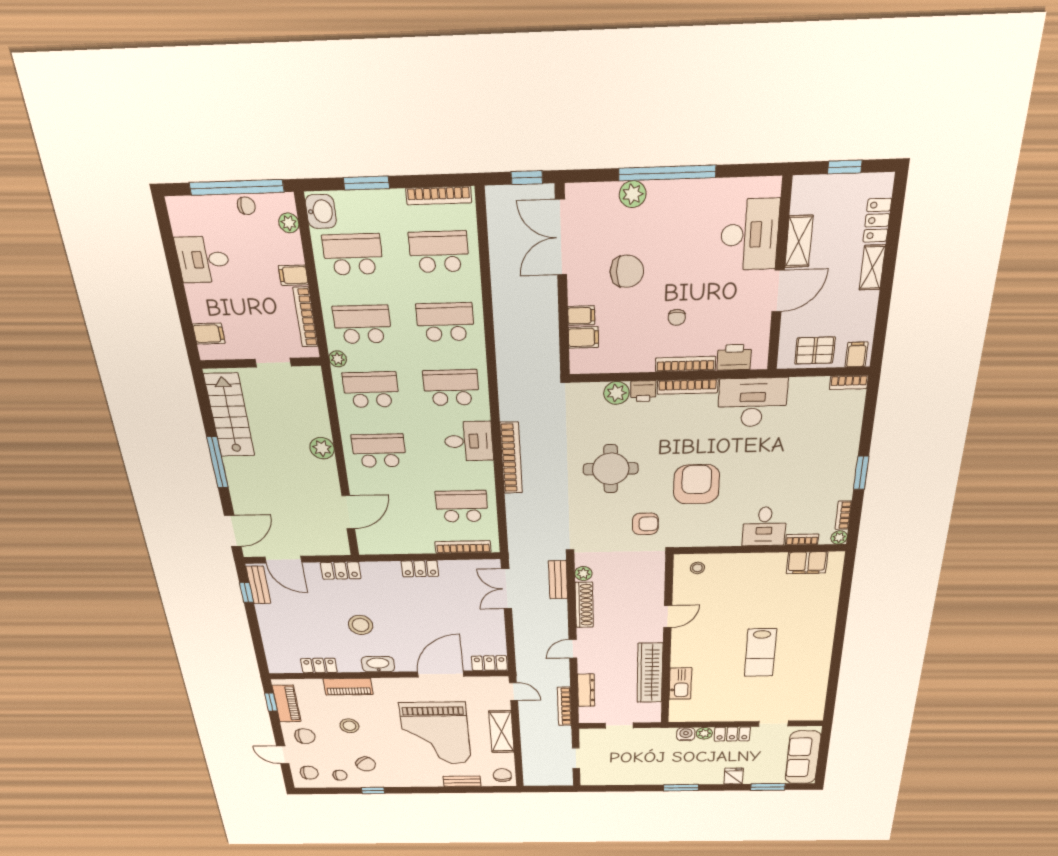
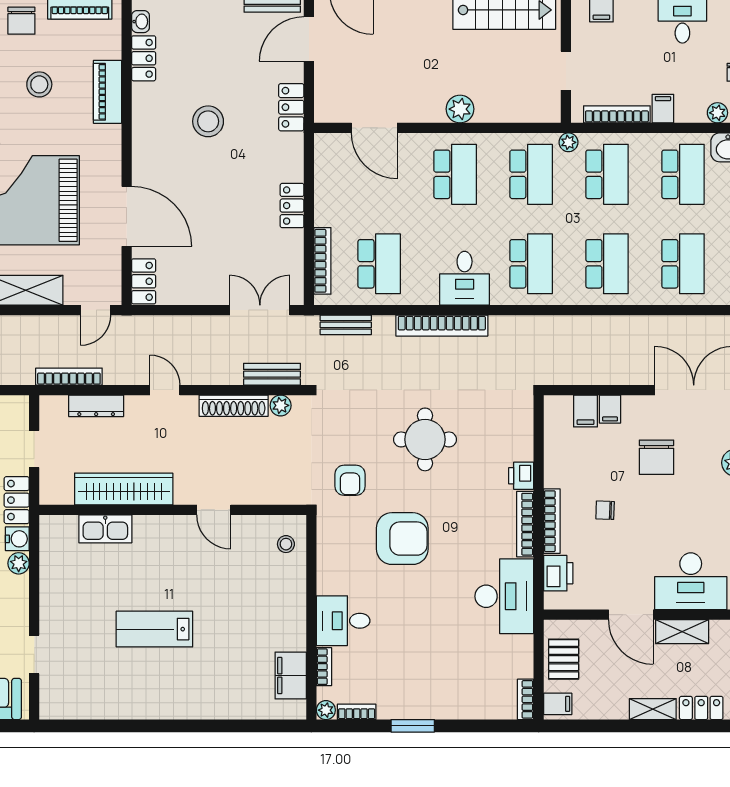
plant: (616, 393) -> (520, 446), removed
bench: (515, 529) -> (346, 325), added
washbasin: (378, 664) -> (140, 22), moved, width x0.52, depth x0.69
locker: (732, 734) -> (17, 500), moved

